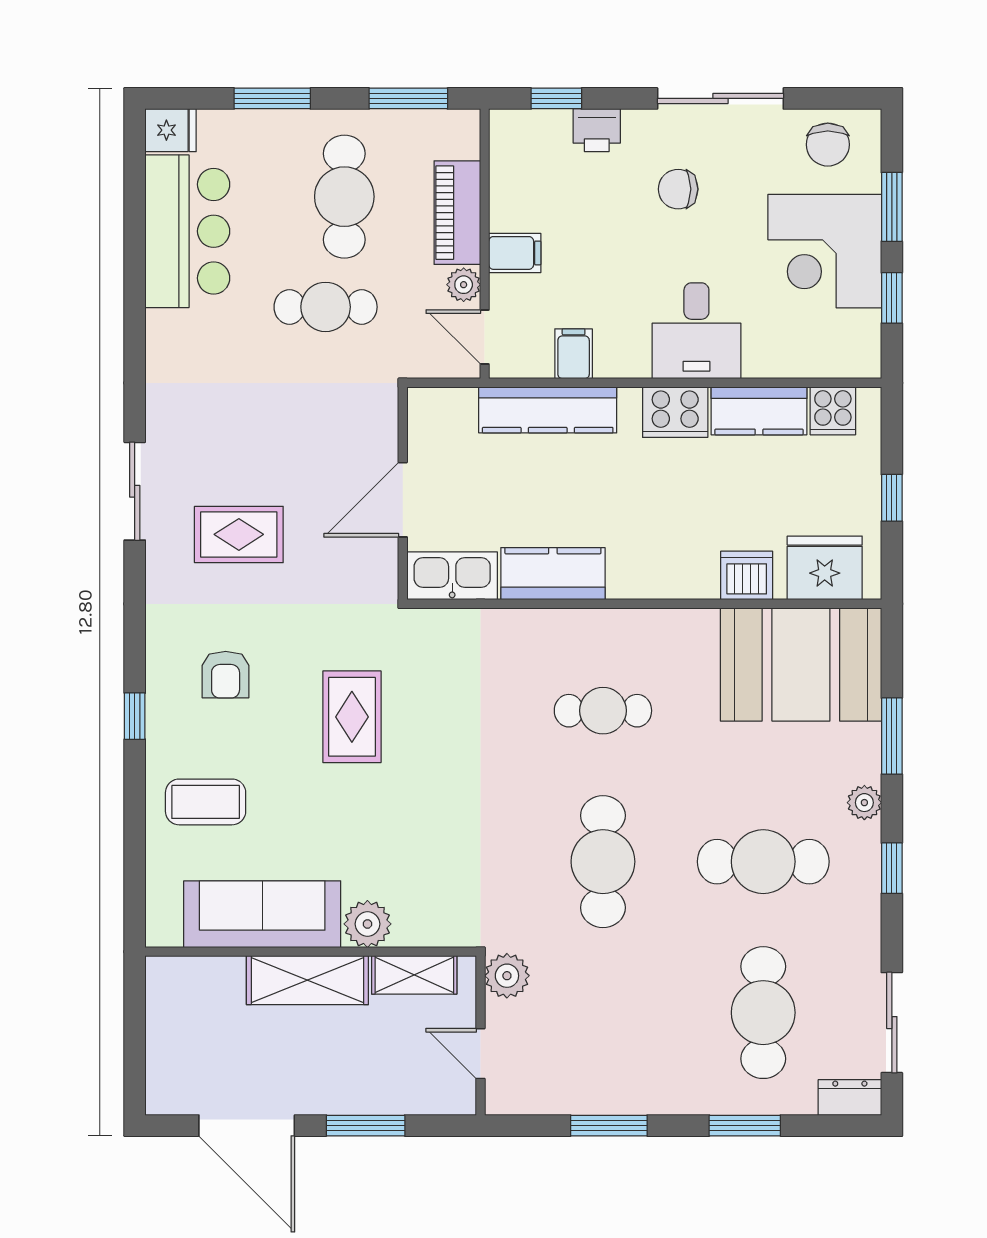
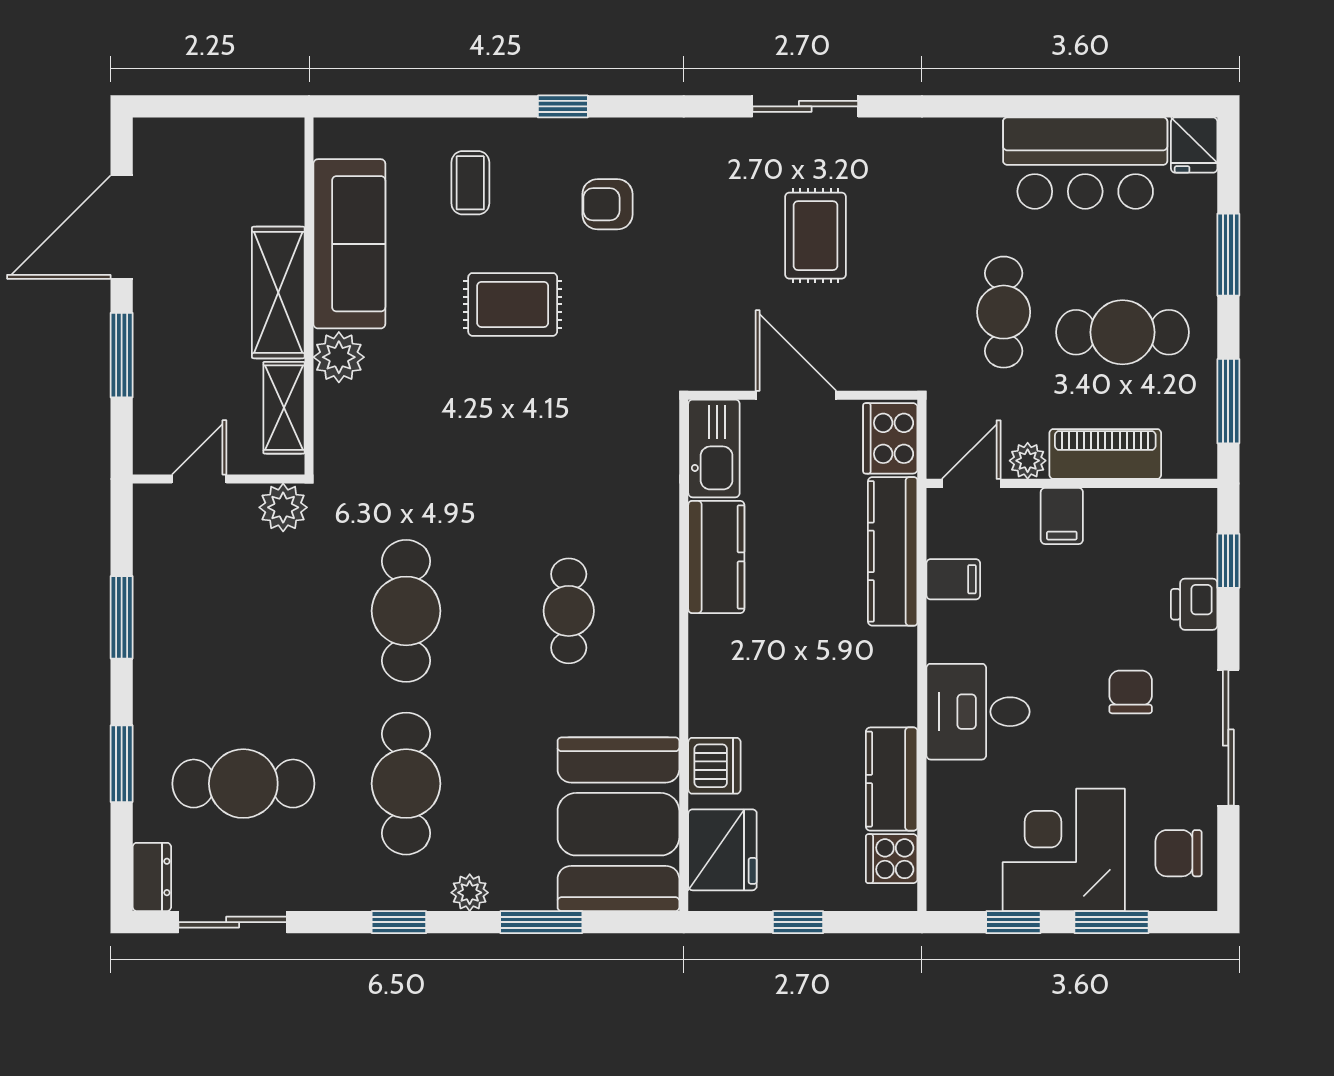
cooker: (675, 412) -> (890, 438), moved
rug: (239, 534) -> (815, 236), moved
rug: (352, 717) -> (513, 304), moved
coffee table: (206, 802) -> (470, 183), width x0.73, depth x0.77
cafe table: (603, 862) -> (406, 611), turned 90

